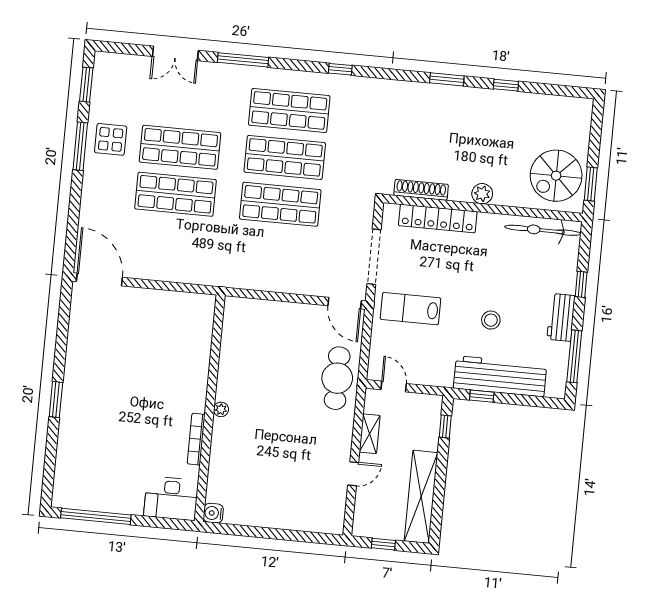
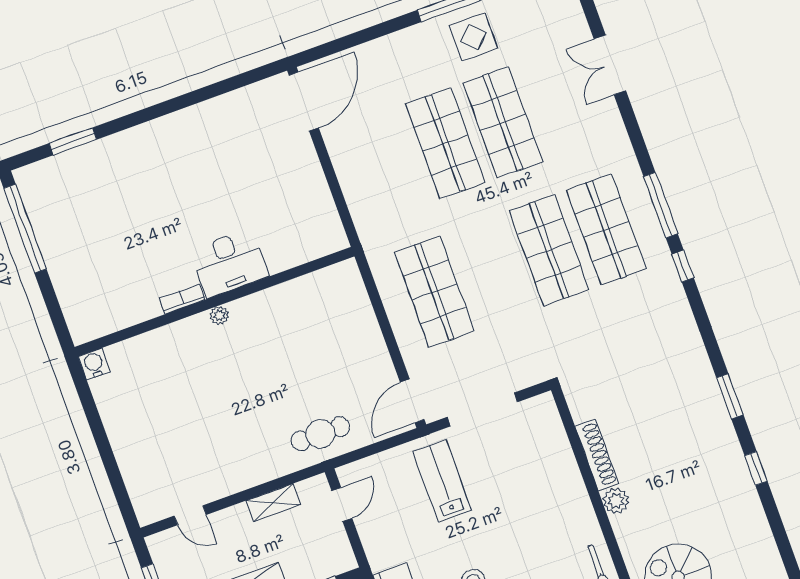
window: (243, 60) -> (661, 205), moved
shoe rack: (421, 190) -> (597, 455), moved
shop shelf: (280, 204) -> (434, 292), moved
locker: (438, 219) -> (562, 463), removed
cafe table: (337, 378) -> (320, 434), width x0.73, depth x0.74
window: (56, 400) -> (73, 141), moved
bookcase: (196, 439) -> (182, 299), width x0.64
door: (353, 474) -> (190, 515), moved
desk: (171, 498) -> (229, 263), moved, turned -90

